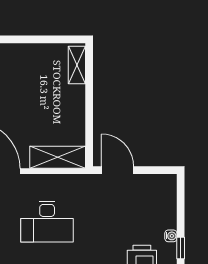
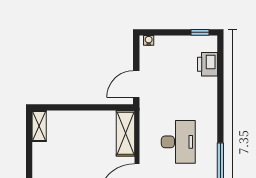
shelving: (77, 65) -> (39, 126), moved, turned 90
water cooler: (171, 236) -> (149, 40), moved

